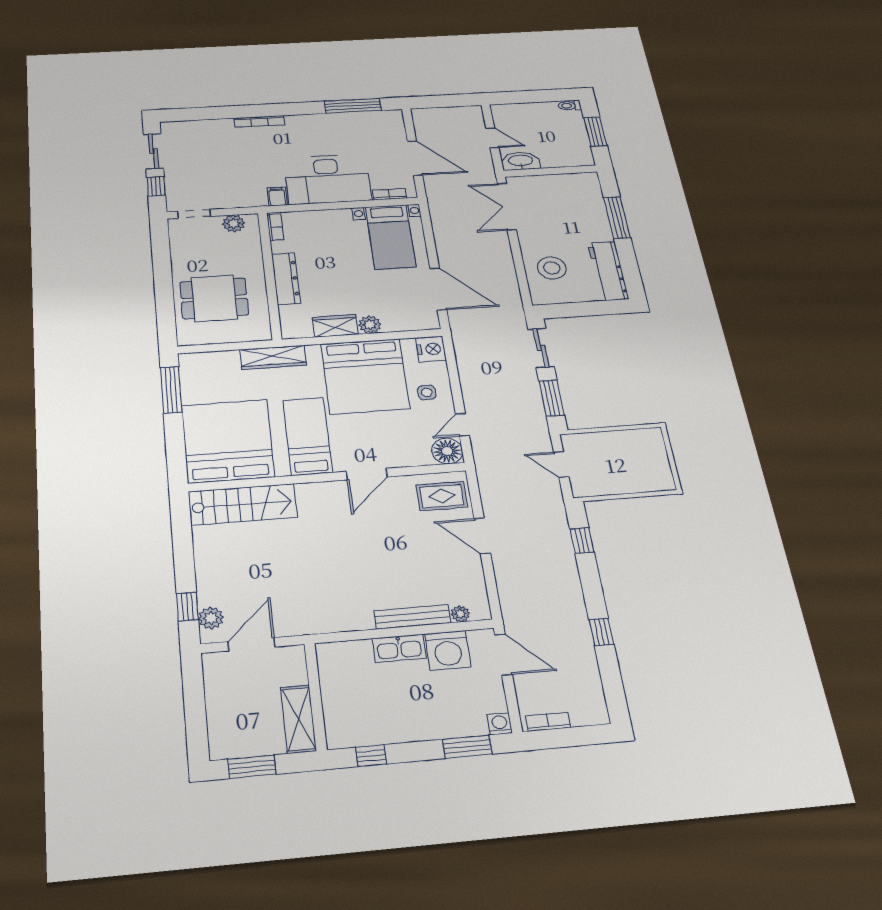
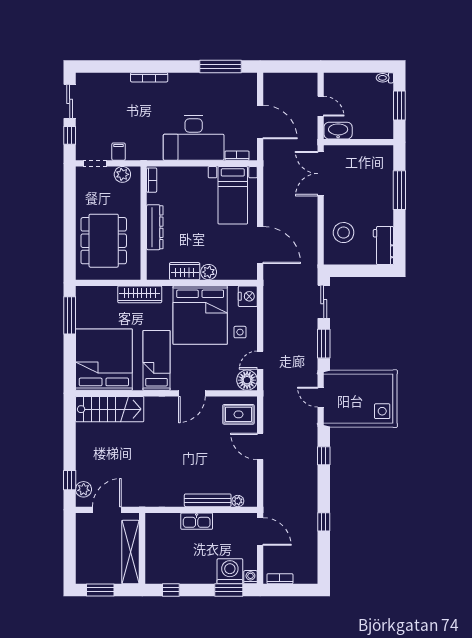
filing cabinet: (277, 197) -> (119, 152), moved
workbench: (608, 271) -> (383, 246), width x0.73
dining table: (214, 298) -> (104, 241), width x1.38
side table: (656, 475) -> (382, 411), added
washing machine: (448, 650) -> (230, 571), moved, turned 180
shelving: (298, 719) -> (130, 552), width x1.47

